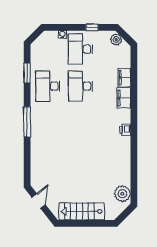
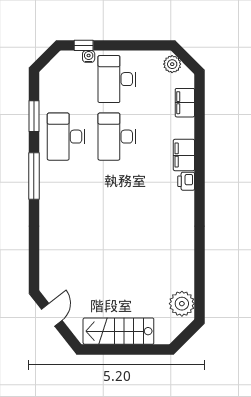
window: (92, 27) -> (84, 45), moved
filing cabinet: (124, 78) -> (185, 103), moved
window: (27, 122) -> (34, 176), moved
printer: (125, 130) -> (186, 181), moved

